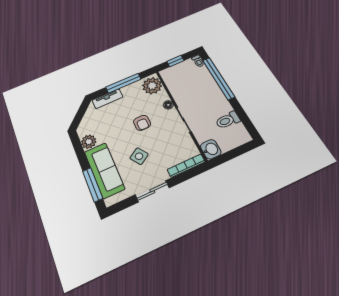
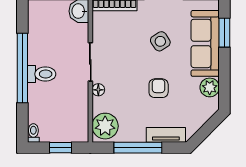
window: (218, 78) -> (22, 68), moved
toilet: (228, 120) -> (42, 74), moved
armchair: (142, 123) -> (159, 88), moved
window: (92, 185) -> (224, 33), width x0.69

